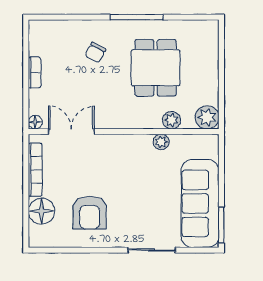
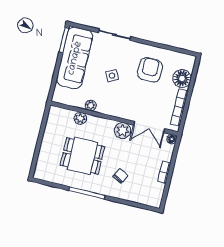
dining table: (156, 68) -> (82, 156), turned 90
plant: (207, 117) -> (123, 131), moved
side table: (141, 191) -> (112, 76), added

